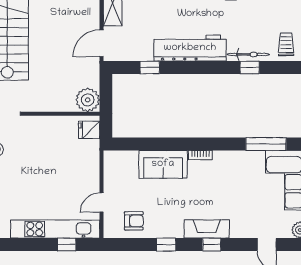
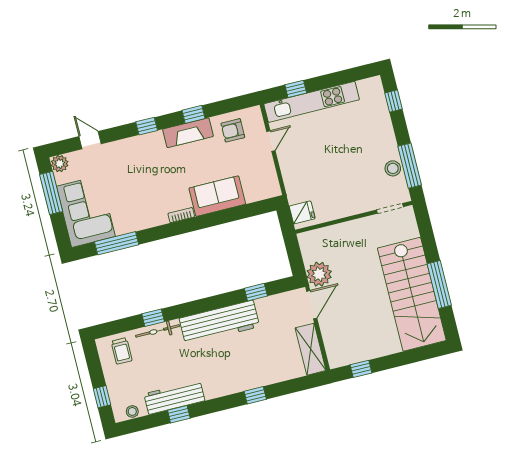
plant: (88, 100) -> (319, 274), moved
fireplace: (207, 229) -> (188, 133), moved

